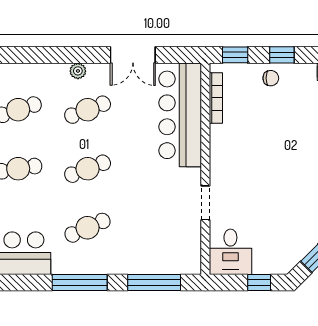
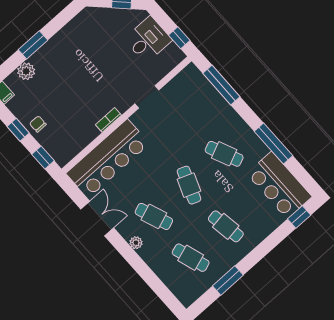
bookcase: (216, 98) -> (108, 120), moved, width x0.64
cafe table: (88, 169) -> (189, 185), turned 42
desk: (230, 252) -> (148, 40), moved
window: (80, 282) -> (273, 143), moved
window: (259, 282) -> (179, 38), moved

